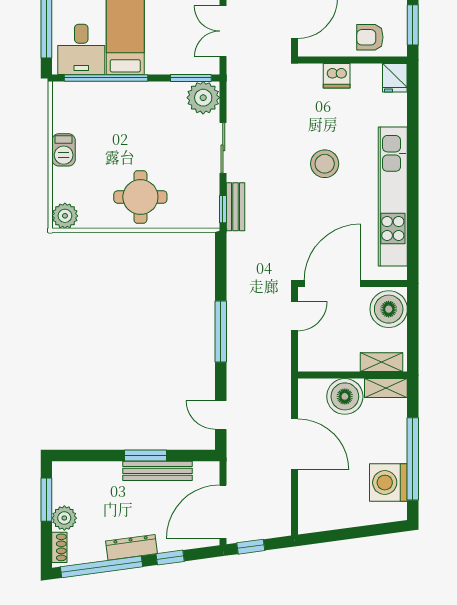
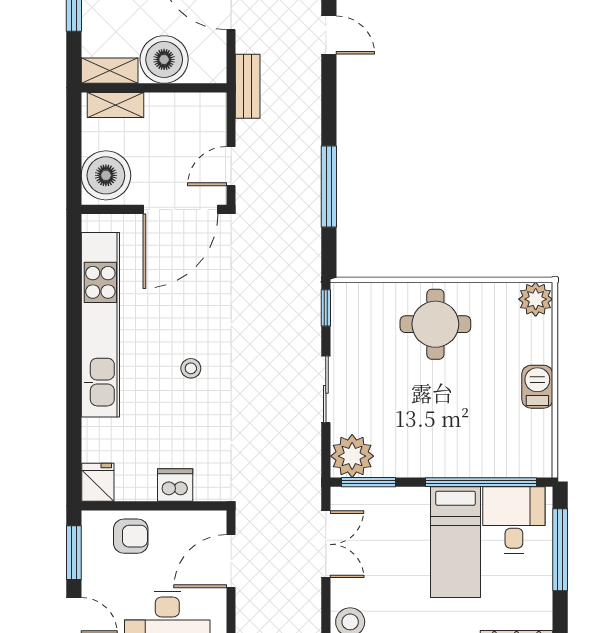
stool: (325, 164) -> (191, 368), width x0.53, depth x0.53
bench: (235, 207) -> (248, 86), moved
window: (221, 332) -> (329, 187), moved

